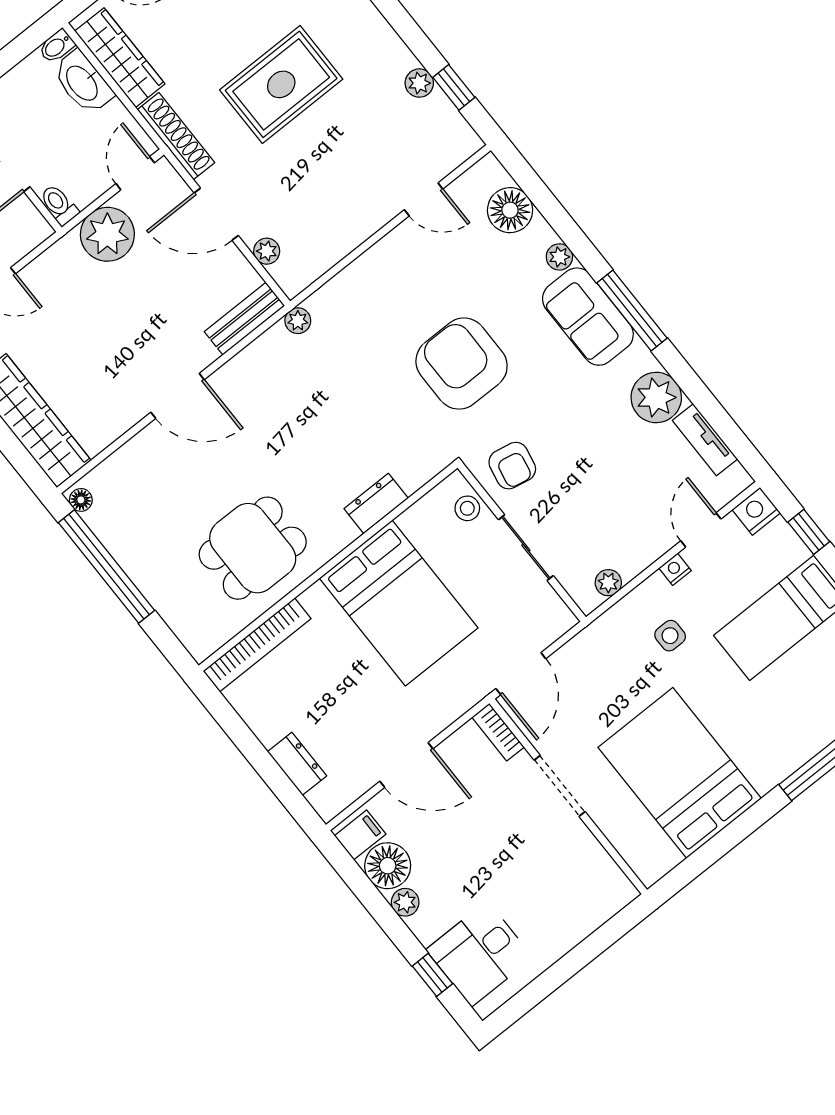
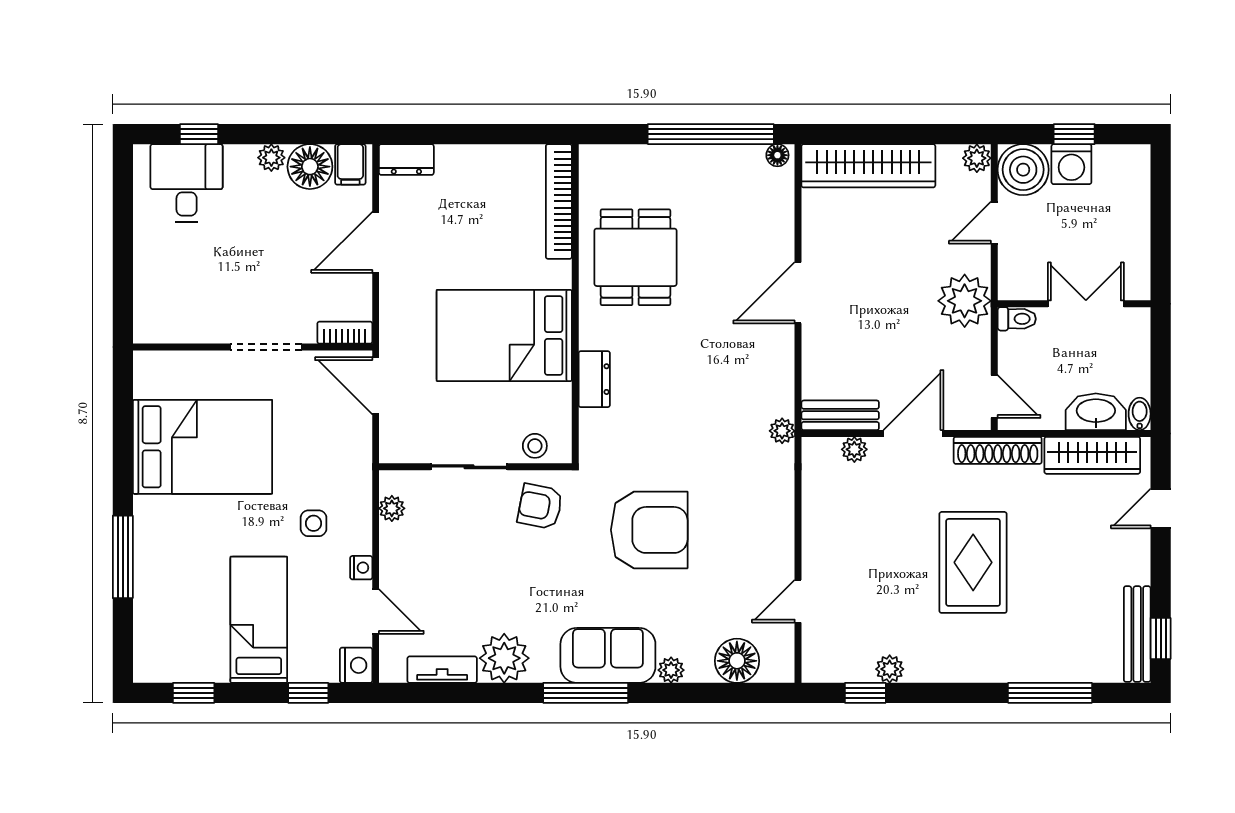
plant: (107, 234) -> (965, 301), moved
bench: (245, 319) -> (840, 415), moved, turned 90
dresser: (297, 764) -> (406, 159), moved

